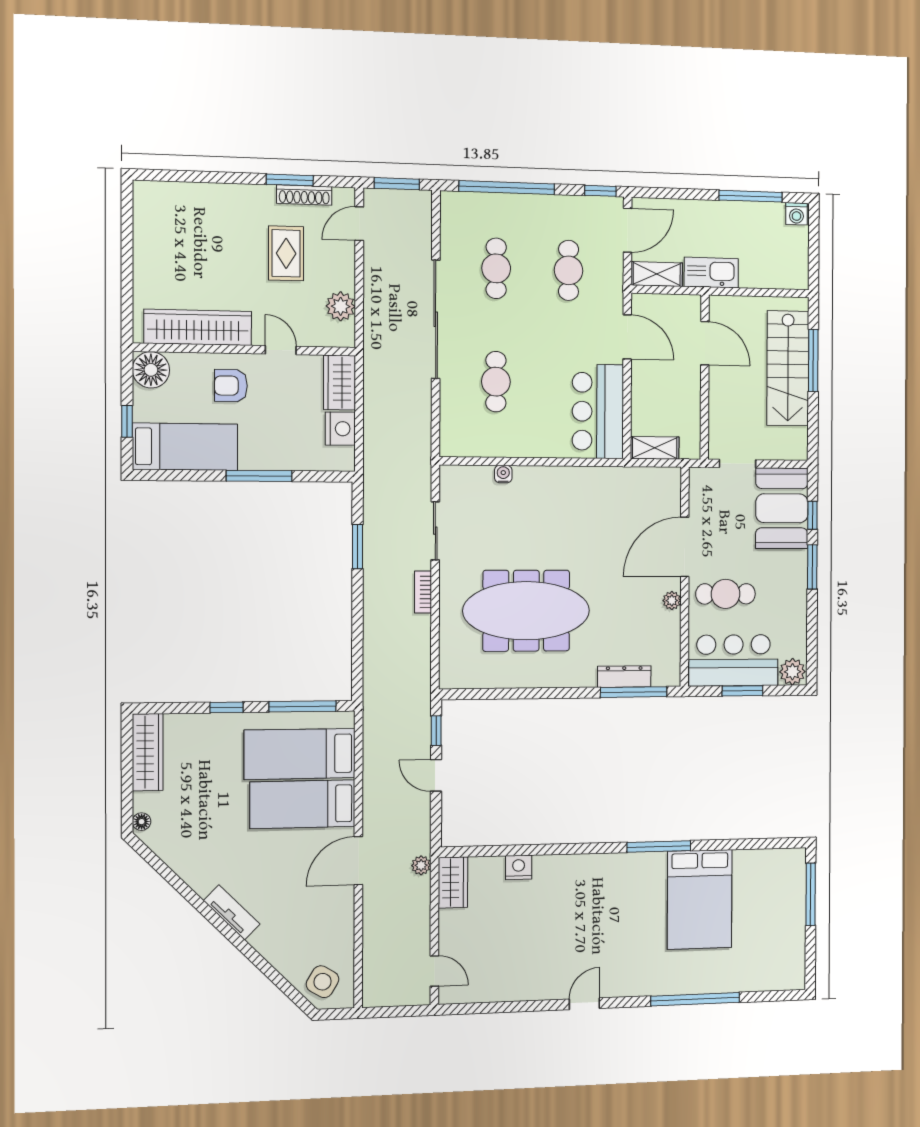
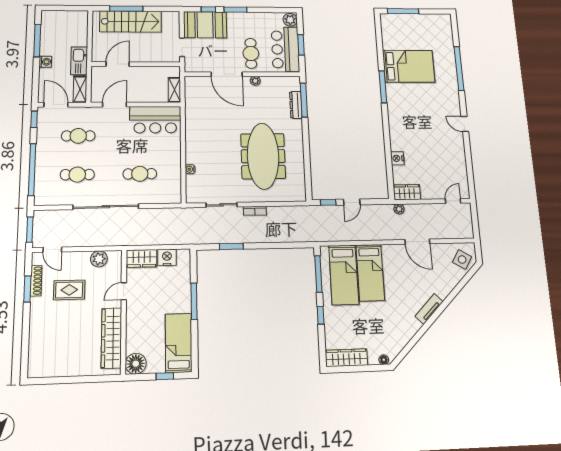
washing machine: (796, 214) -> (45, 62), moved
armchair: (231, 386) -> (144, 318), removed
door: (358, 861) -> (417, 242), moved

